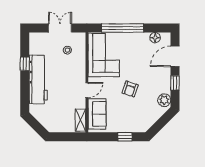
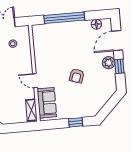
corner sofa: (104, 55) -> (48, 45), removed
door: (87, 90) -> (35, 81), swing flipped
plant: (164, 100) -> (109, 63), moved

